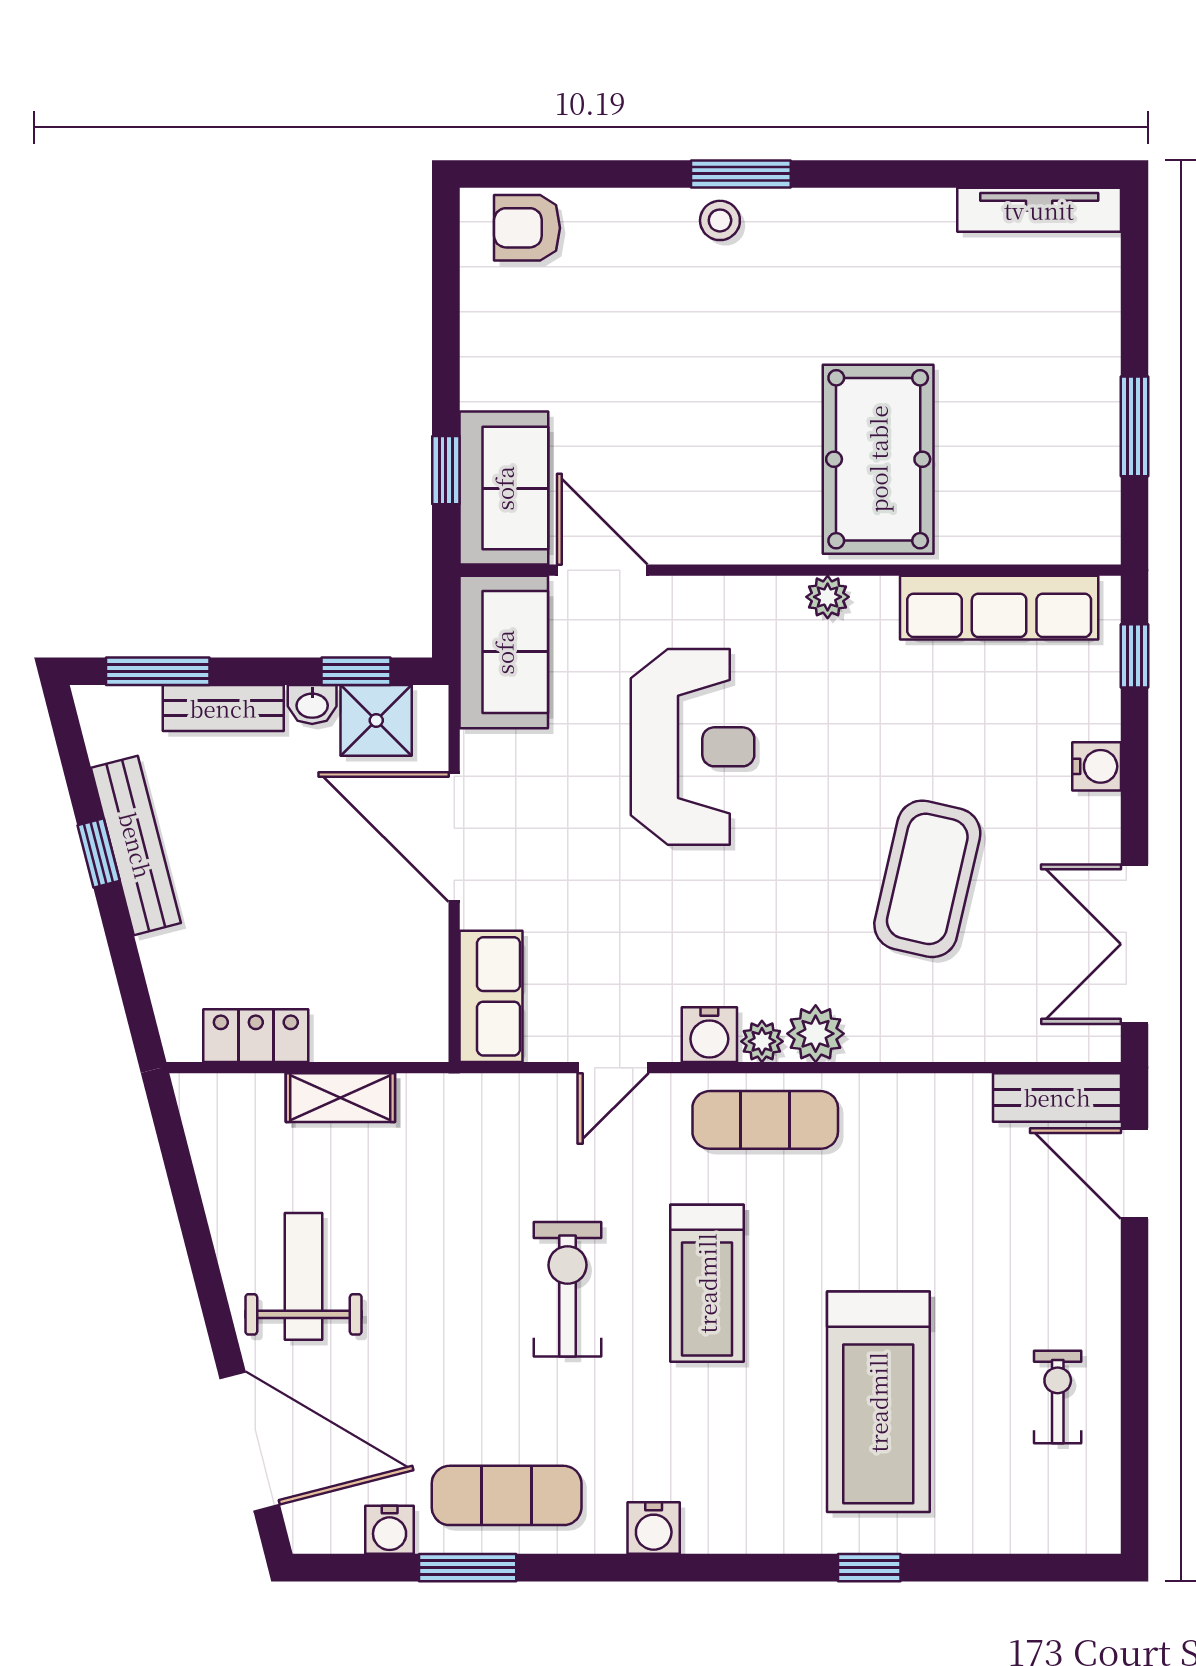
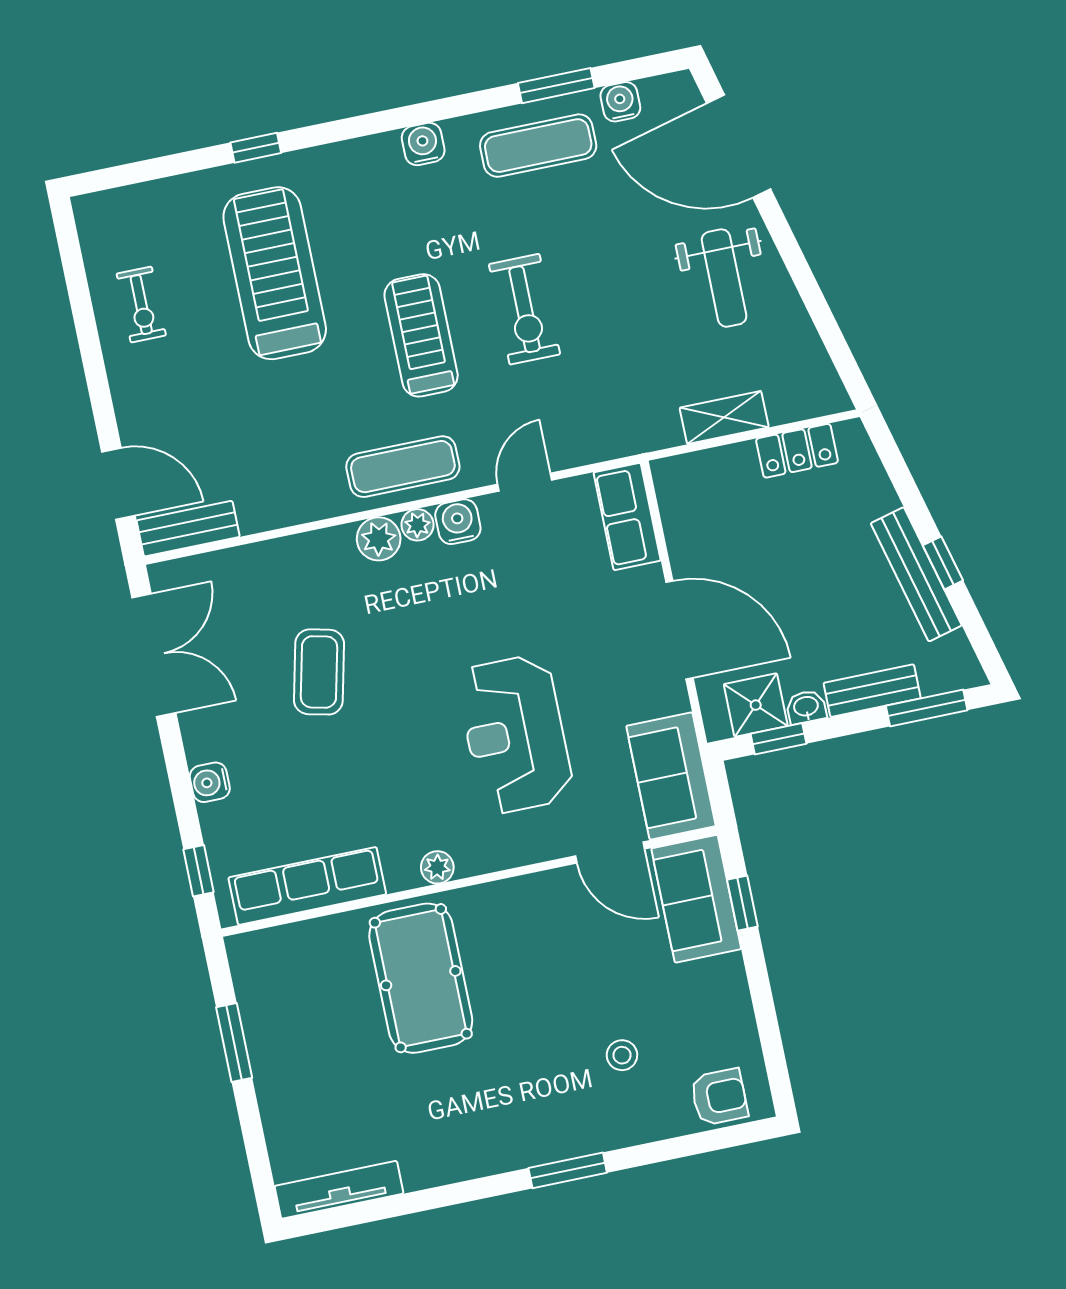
stool: (720, 220) -> (622, 1055), moved
coffee table: (927, 879) -> (319, 672), width x0.73, depth x0.76

